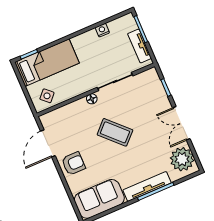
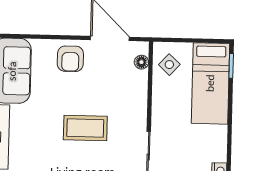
floor lamp: (92, 99) -> (141, 62), moved
coffee table: (115, 132) -> (85, 128), turned 45

